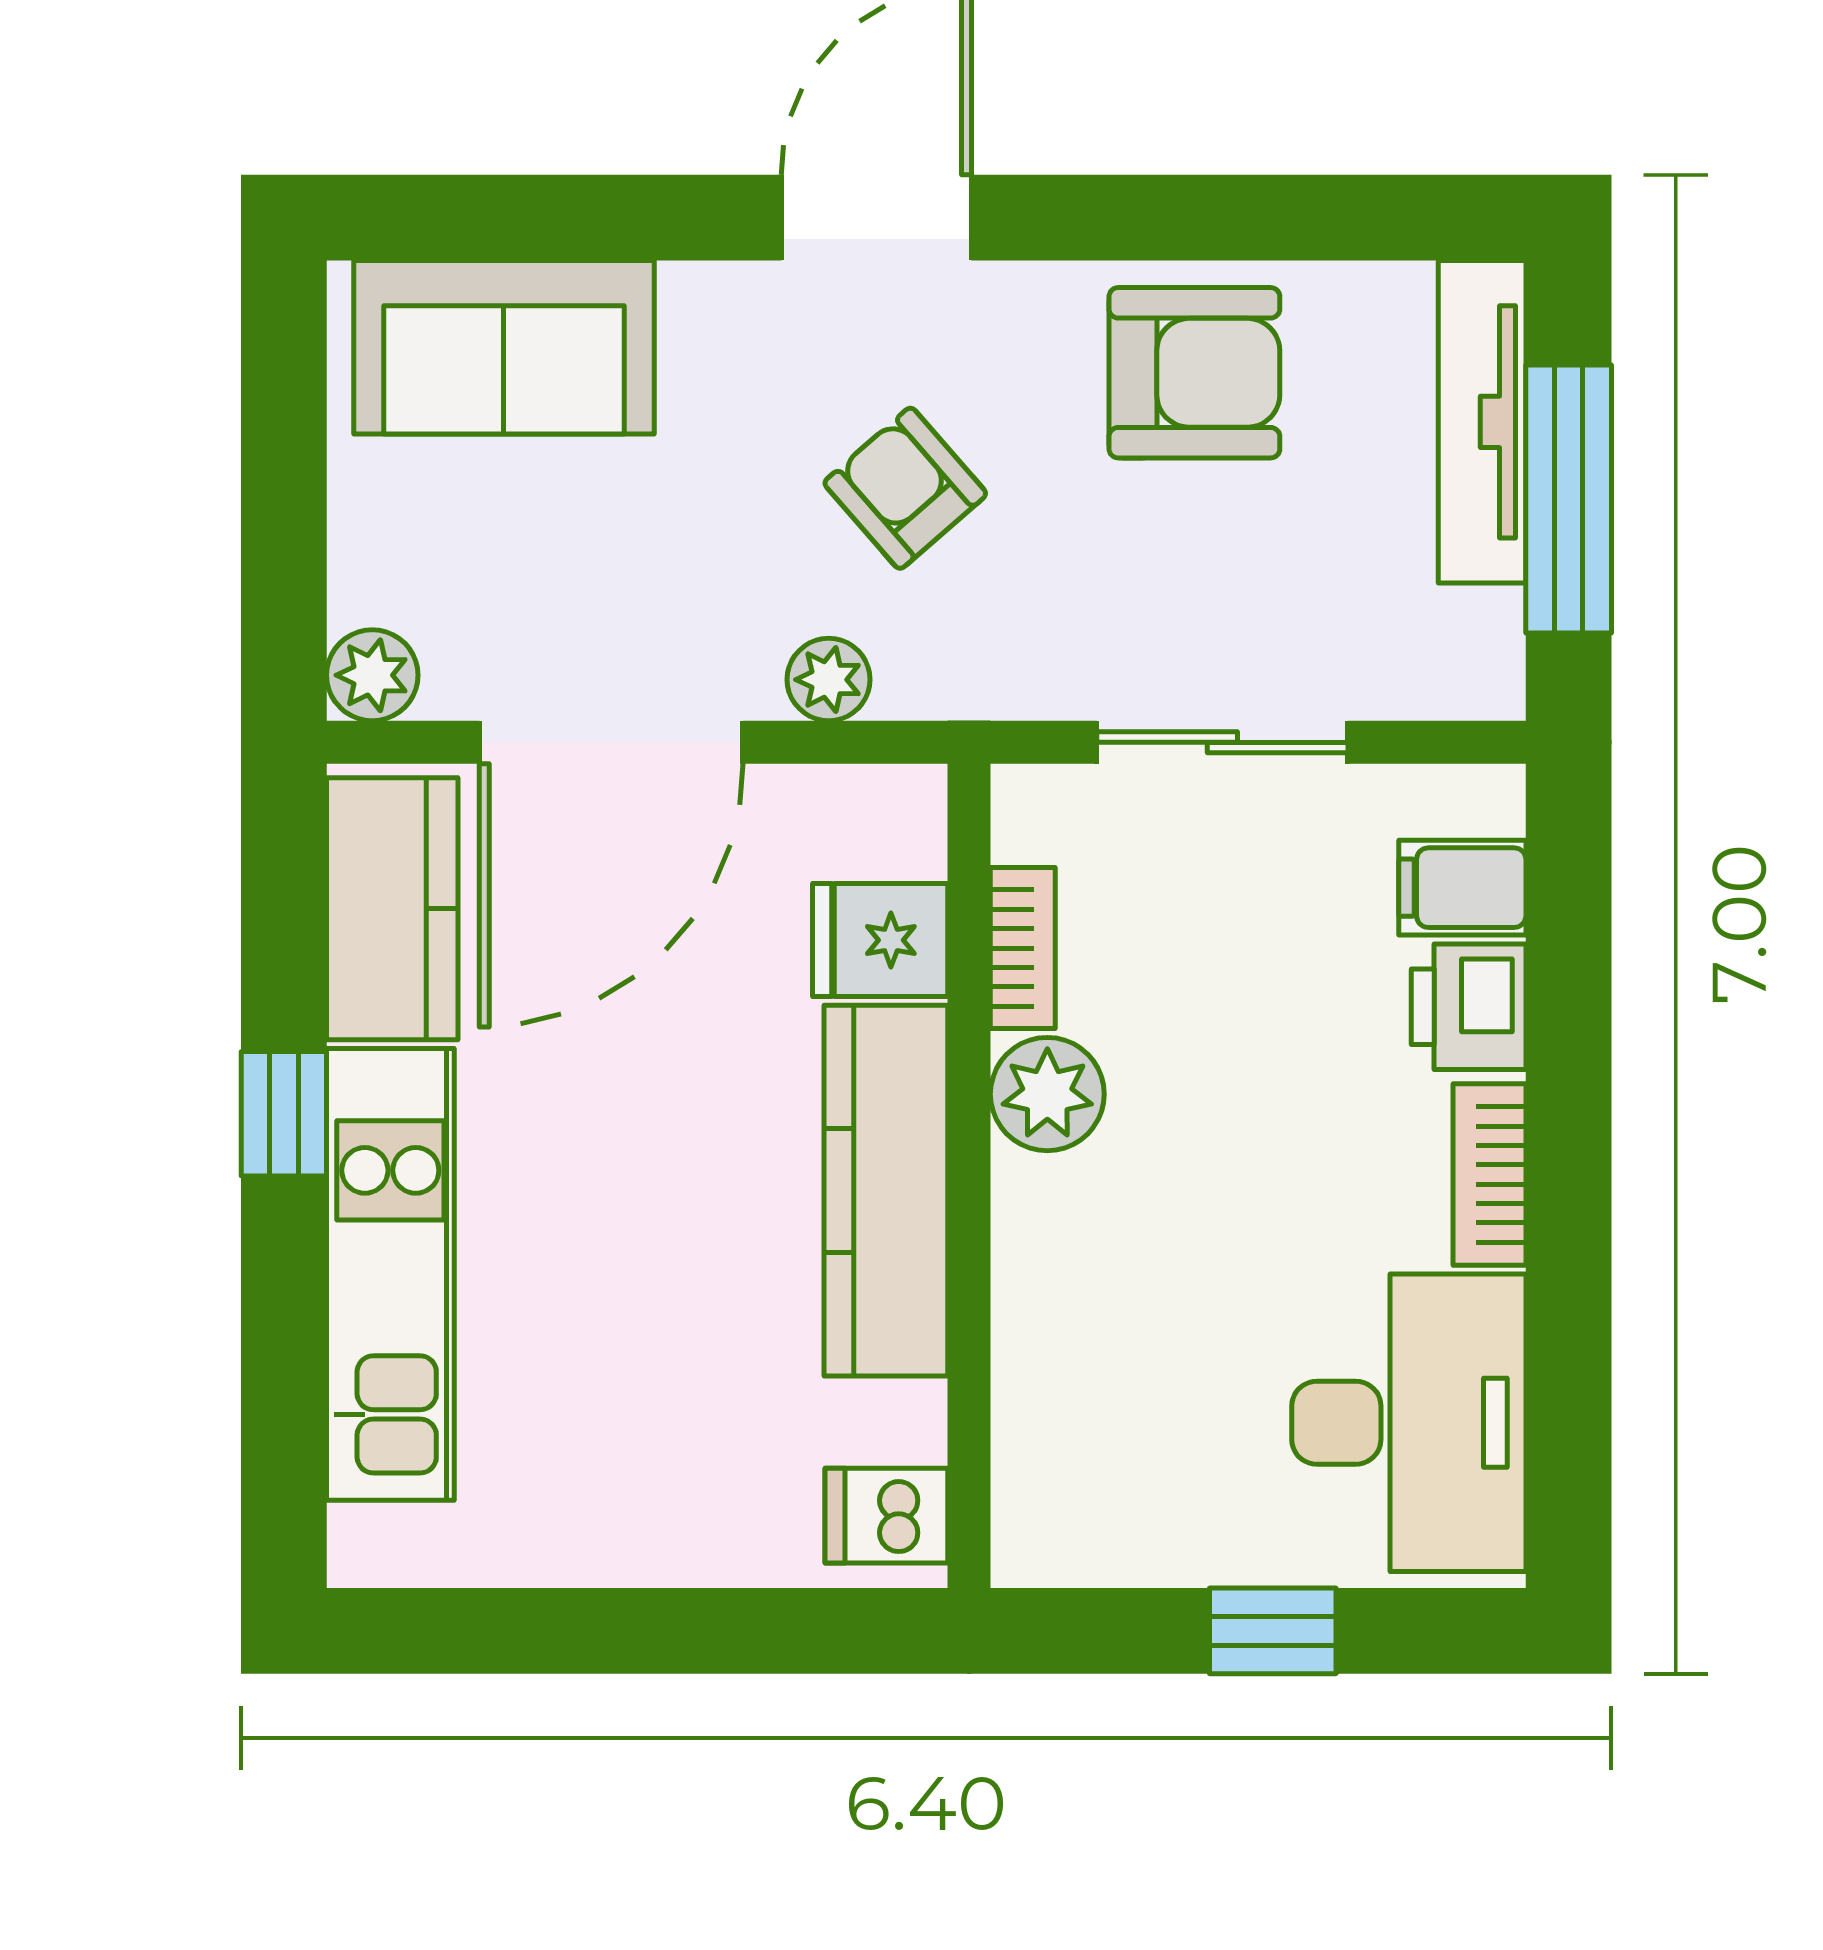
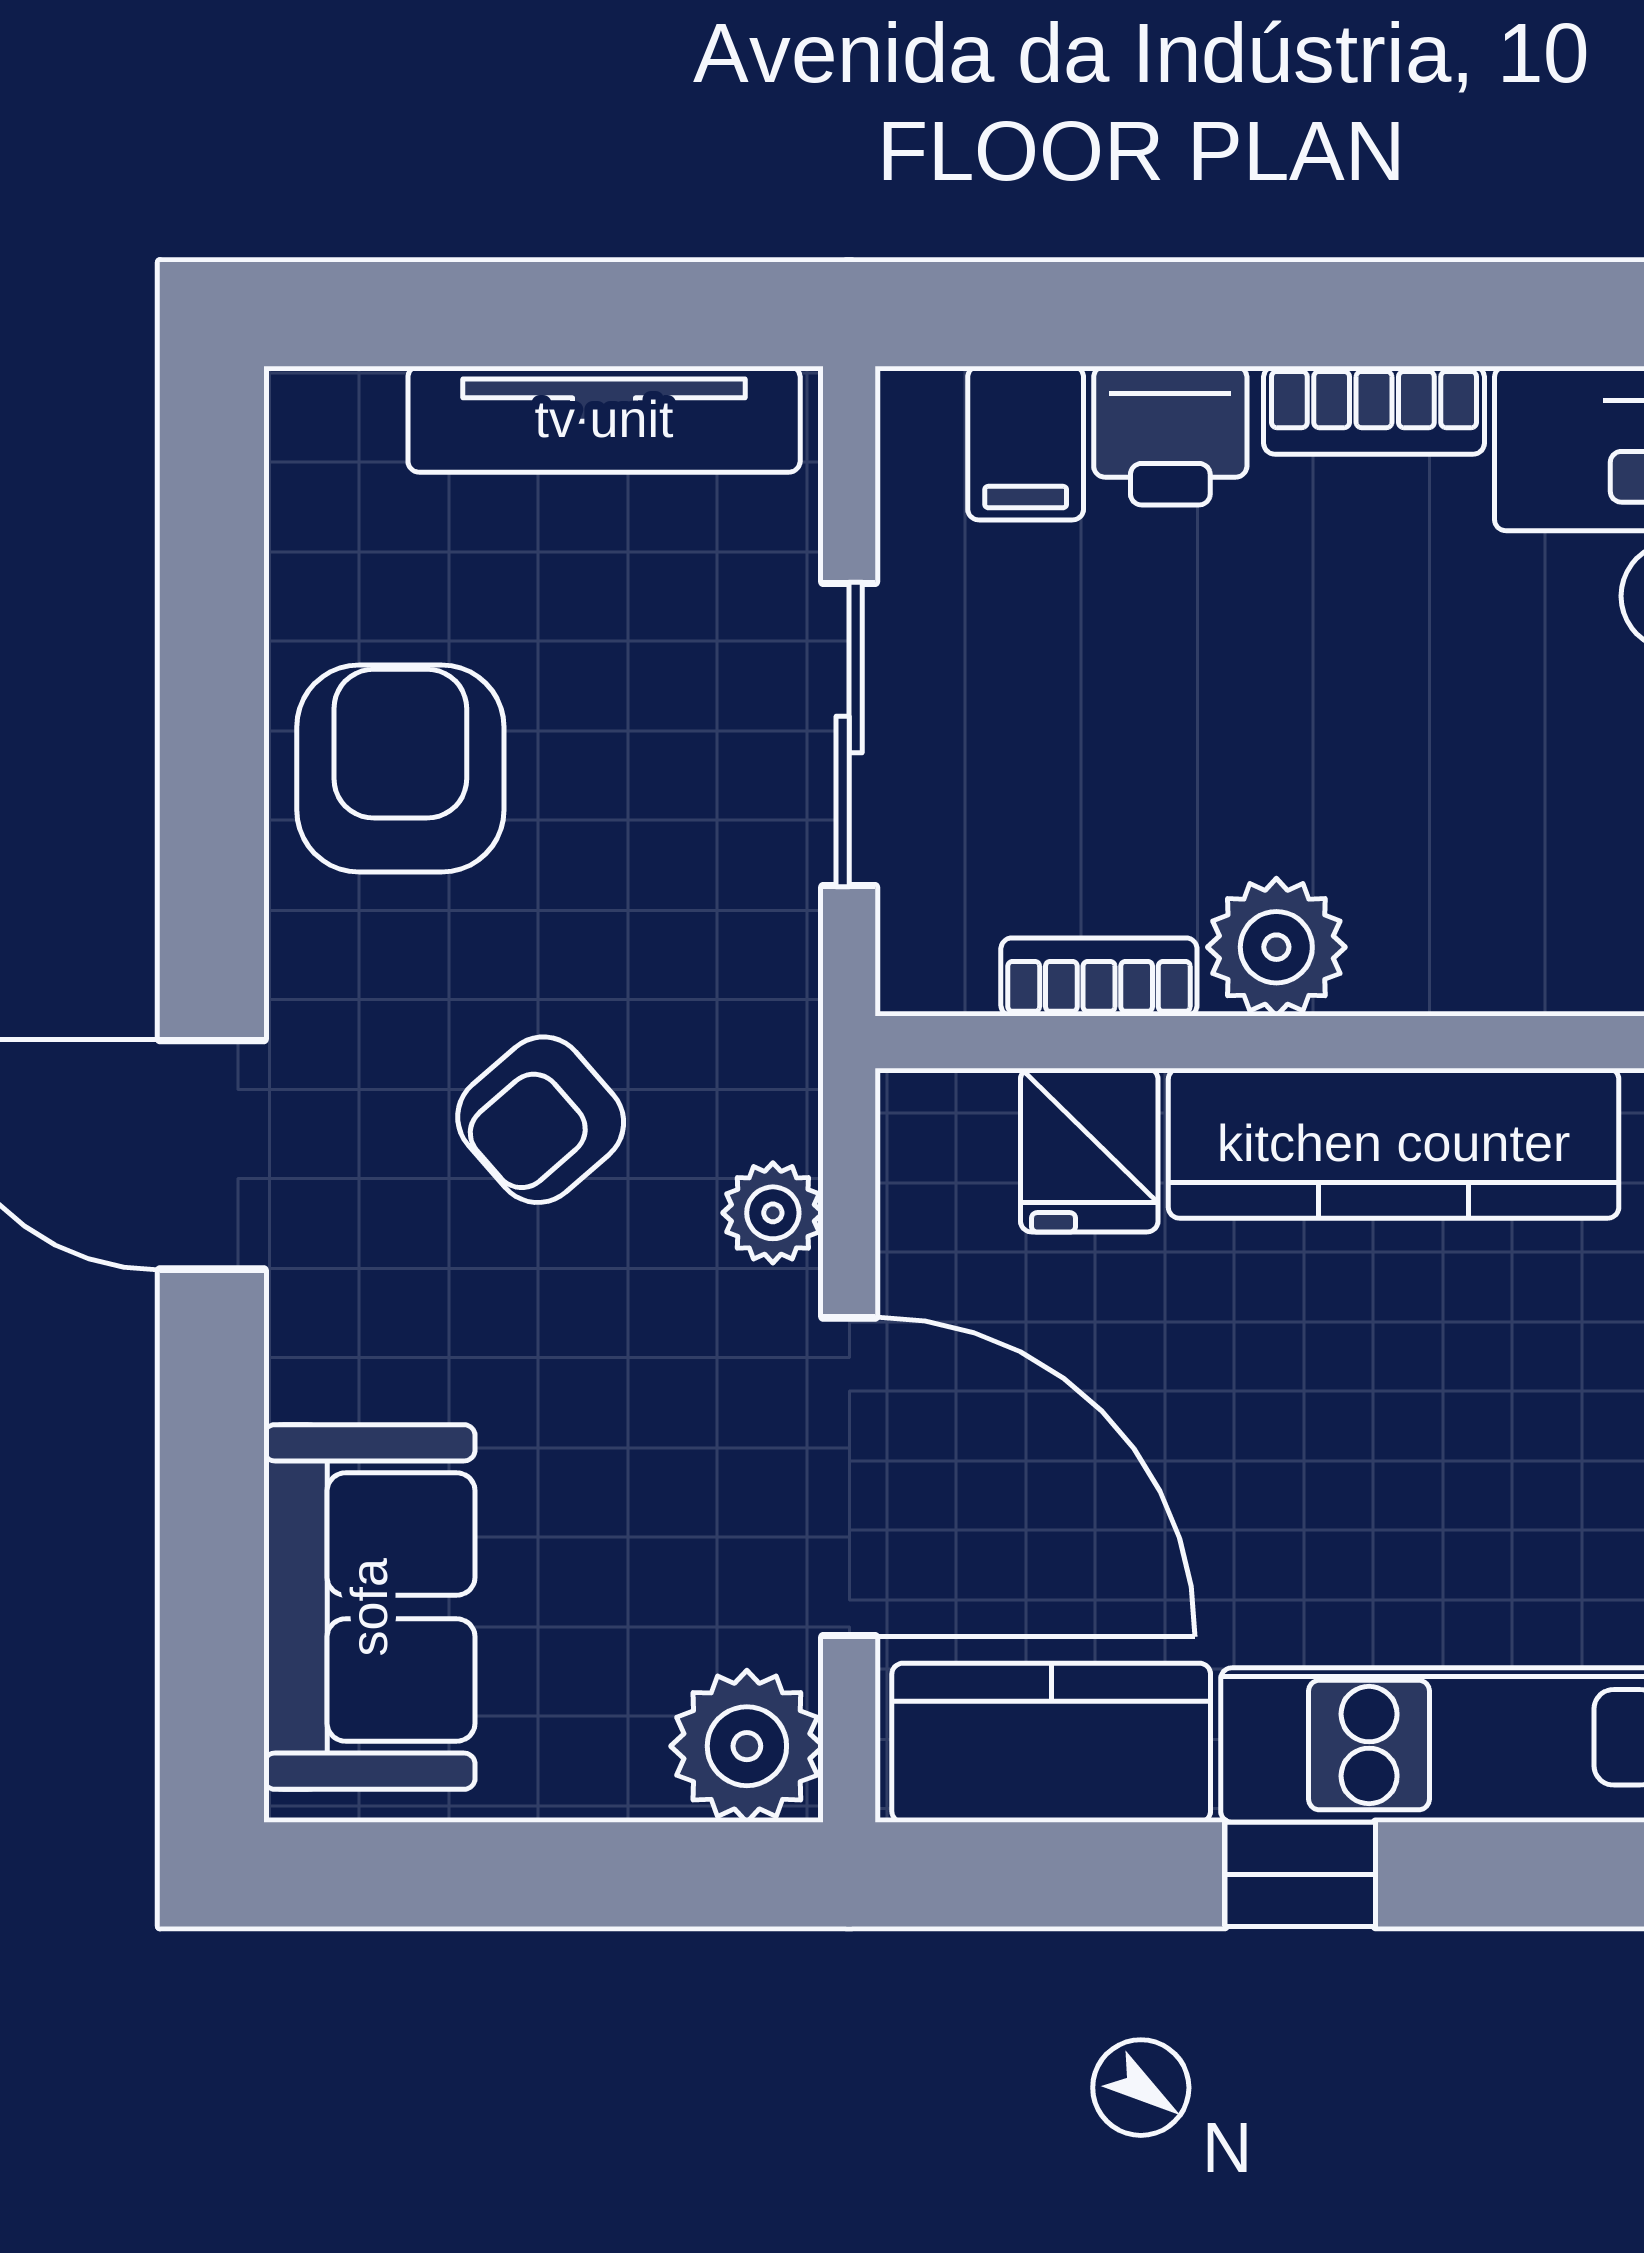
tv unit: (1482, 422) -> (604, 419), moved
window: (1569, 499) -> (554, 314), removed
plant: (372, 675) -> (747, 1746), width x1.38, depth x1.38

